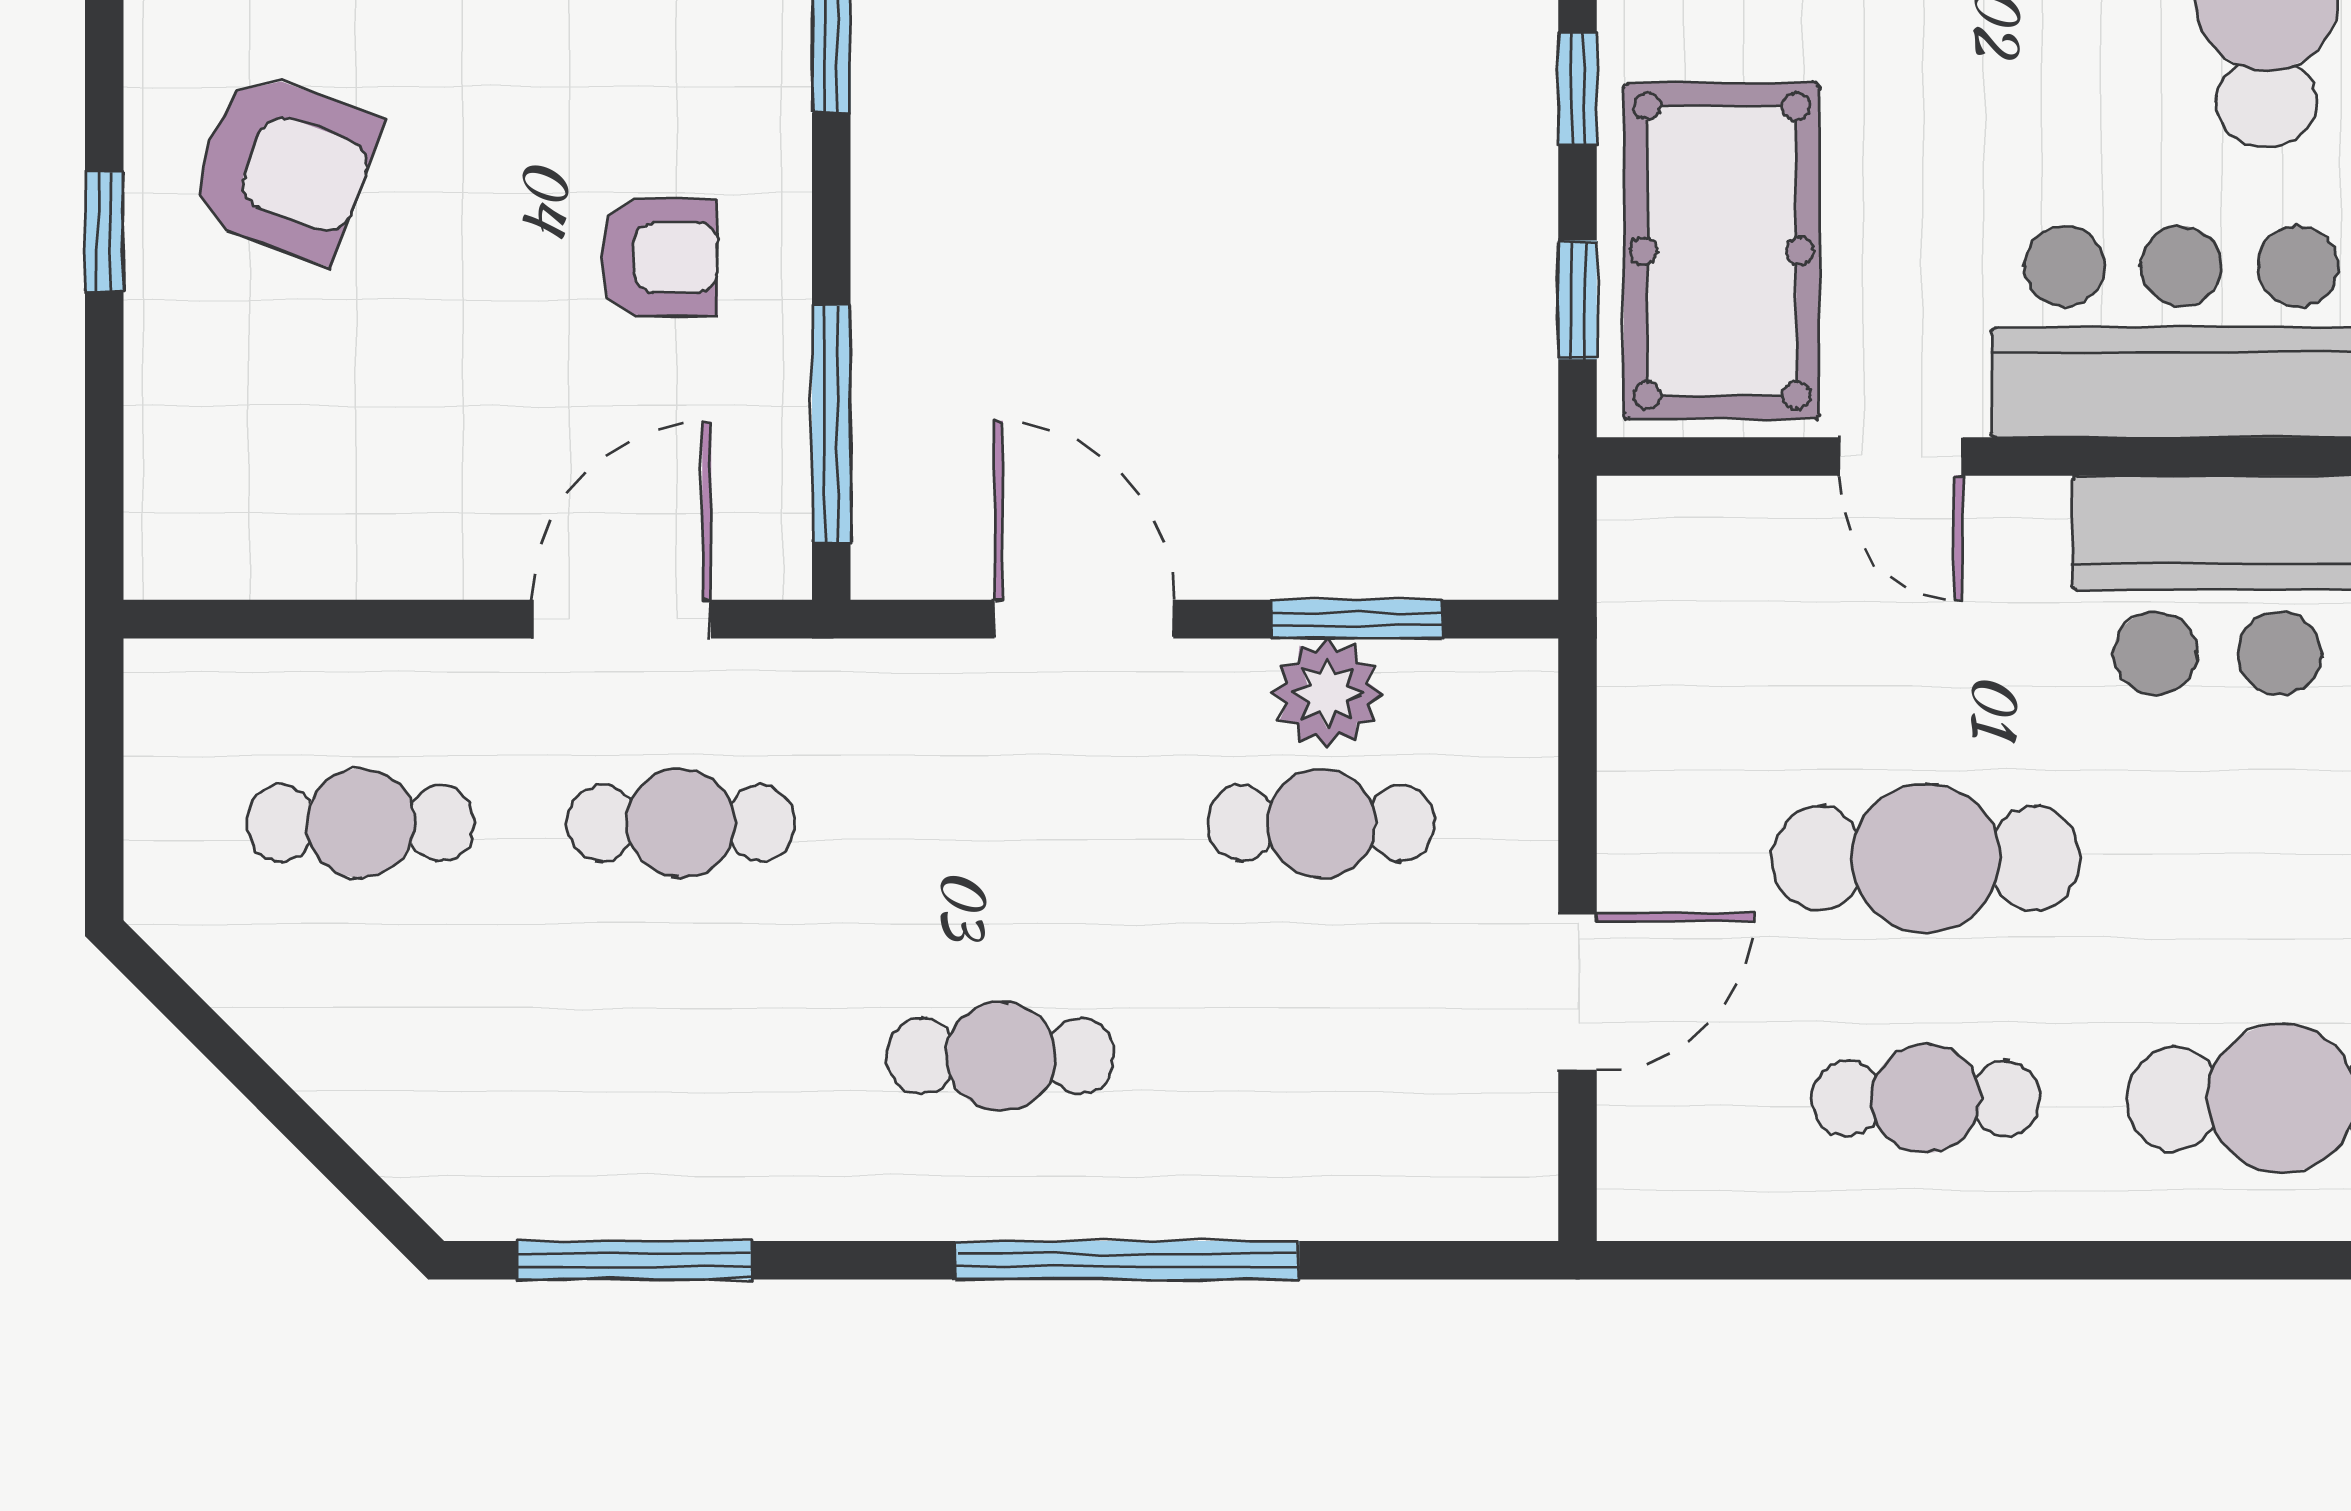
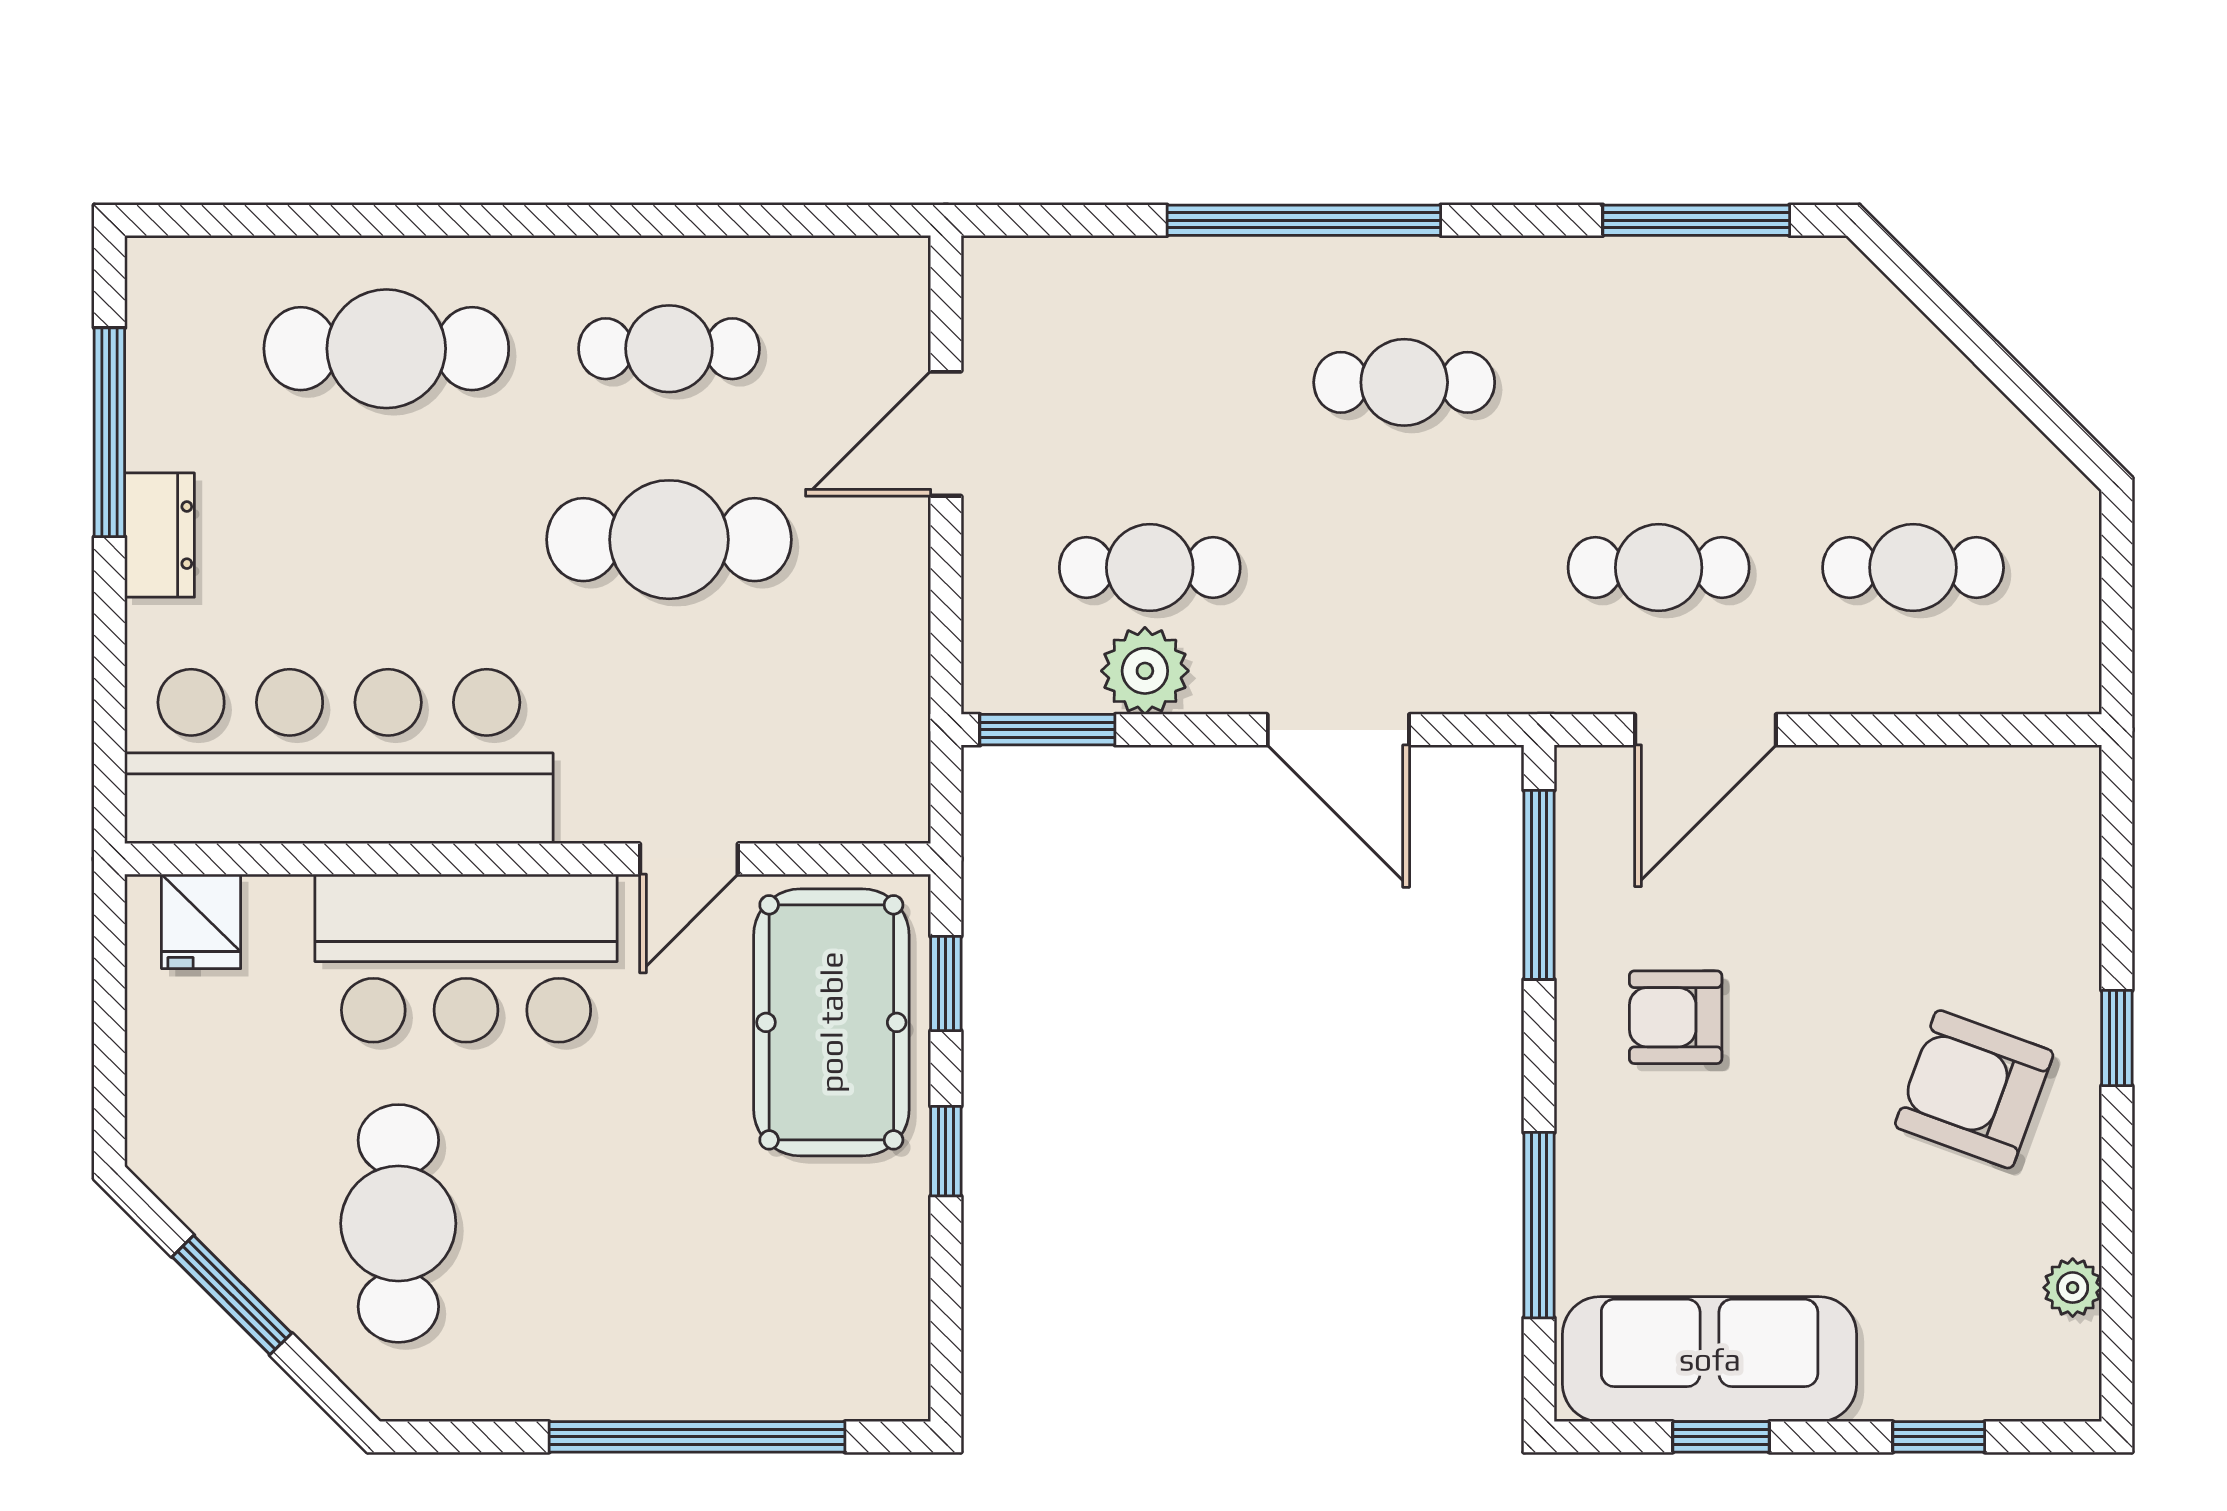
door: (1901, 456) -> (689, 859), swing flipped
window: (1357, 619) -> (1047, 730), moved

